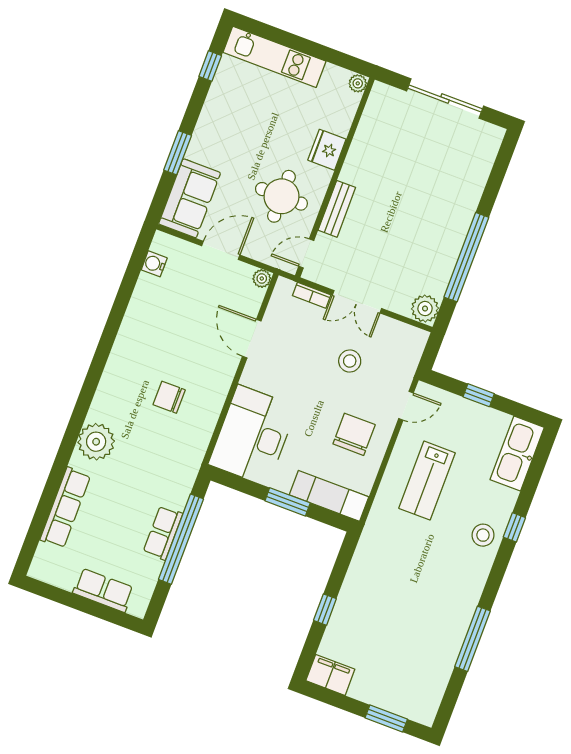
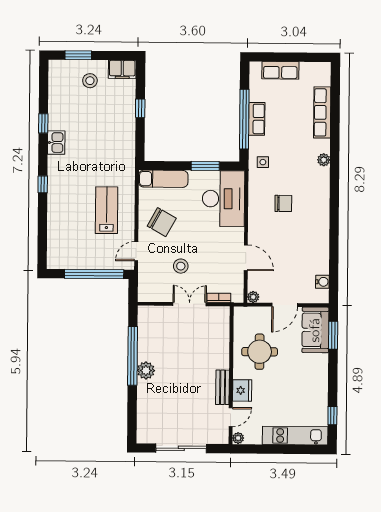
window: (178, 153) -> (333, 335), moved
bench: (337, 209) -> (223, 387), moved
door: (306, 253) -> (231, 417), moved
plant: (425, 309) -> (146, 370), moved
window: (479, 395) -> (94, 274), width x3.17
chair: (354, 434) -> (162, 222), turned -61
plant: (96, 442) -> (324, 160), width x0.53, depth x0.53
kitchen sink: (517, 454) -> (56, 143), moved, width x0.53, depth x0.81
side table: (177, 467) -> (263, 162), added
window: (288, 502) -> (205, 166), moved
window: (514, 527) -> (43, 184), moved
stool: (483, 535) -> (90, 81), moved
window: (472, 639) -> (43, 123), width x0.46

